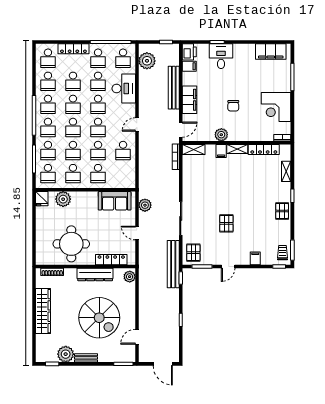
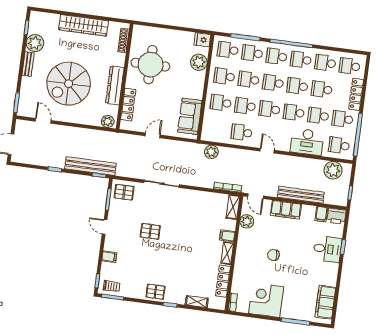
plant: (221, 135) -> (247, 221), moved
plant: (145, 205) -> (211, 152), moved
bench: (173, 264) -> (90, 166), moved

